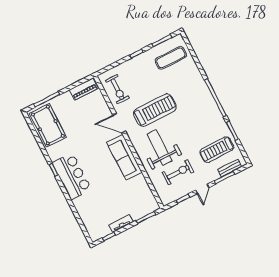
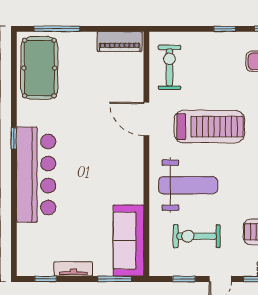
exercise bike: (117, 89) -> (169, 67), turned 180
weight bench: (160, 147) -> (188, 185), turned 90
sofa: (124, 157) -> (128, 241), moved
exercise bike: (178, 172) -> (197, 236), turned 180
bar counter: (72, 176) -> (36, 175), width x1.36

